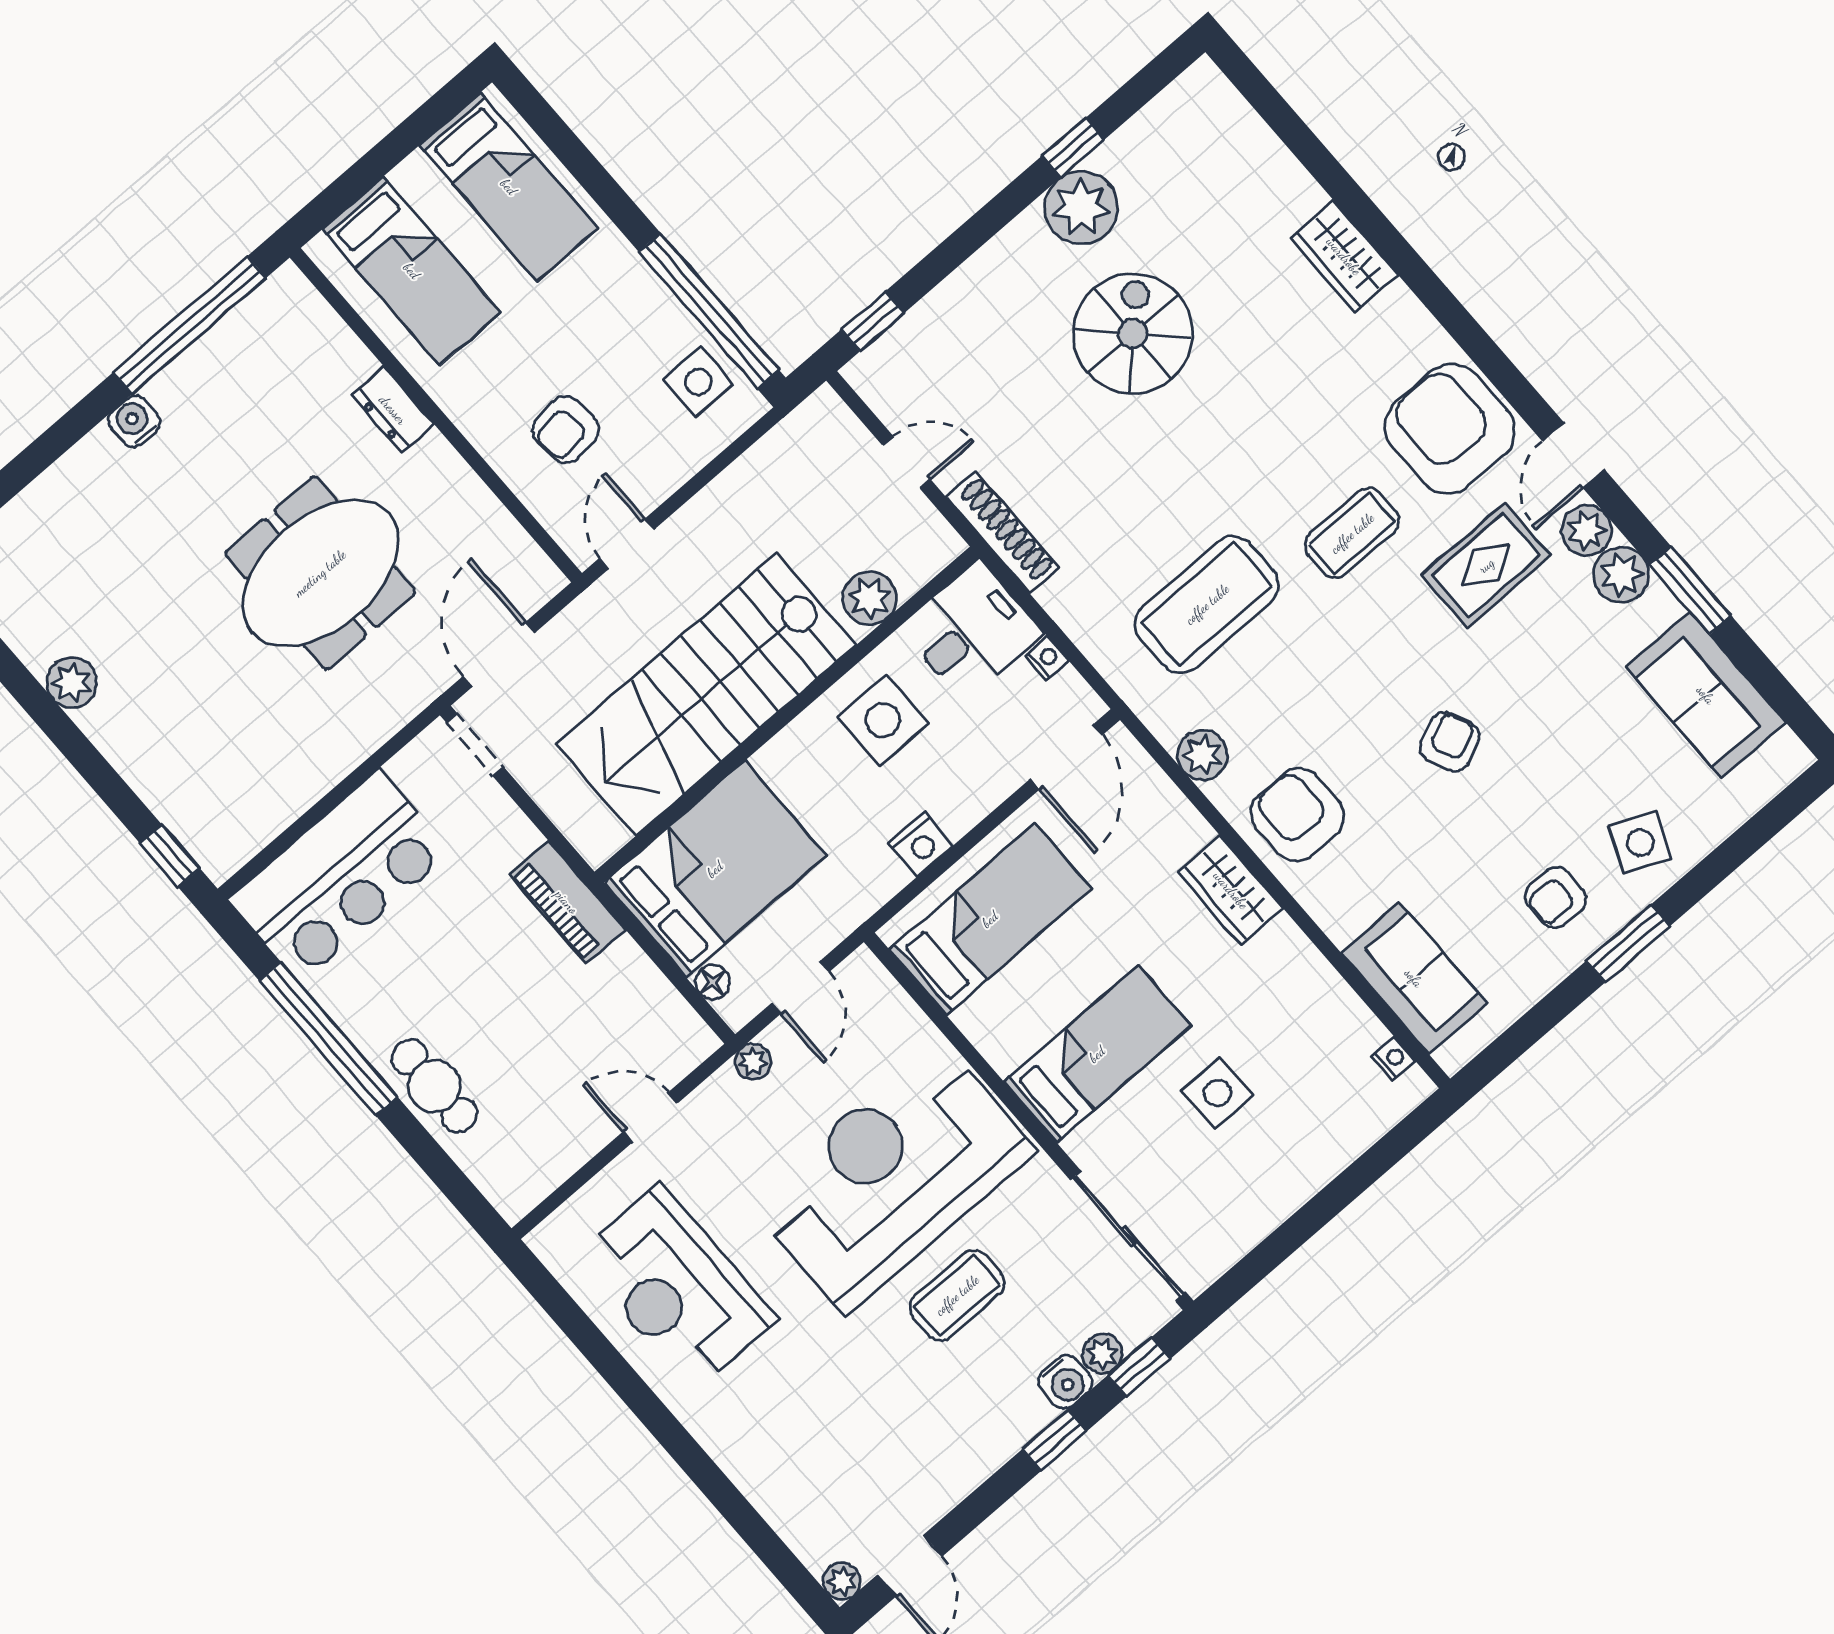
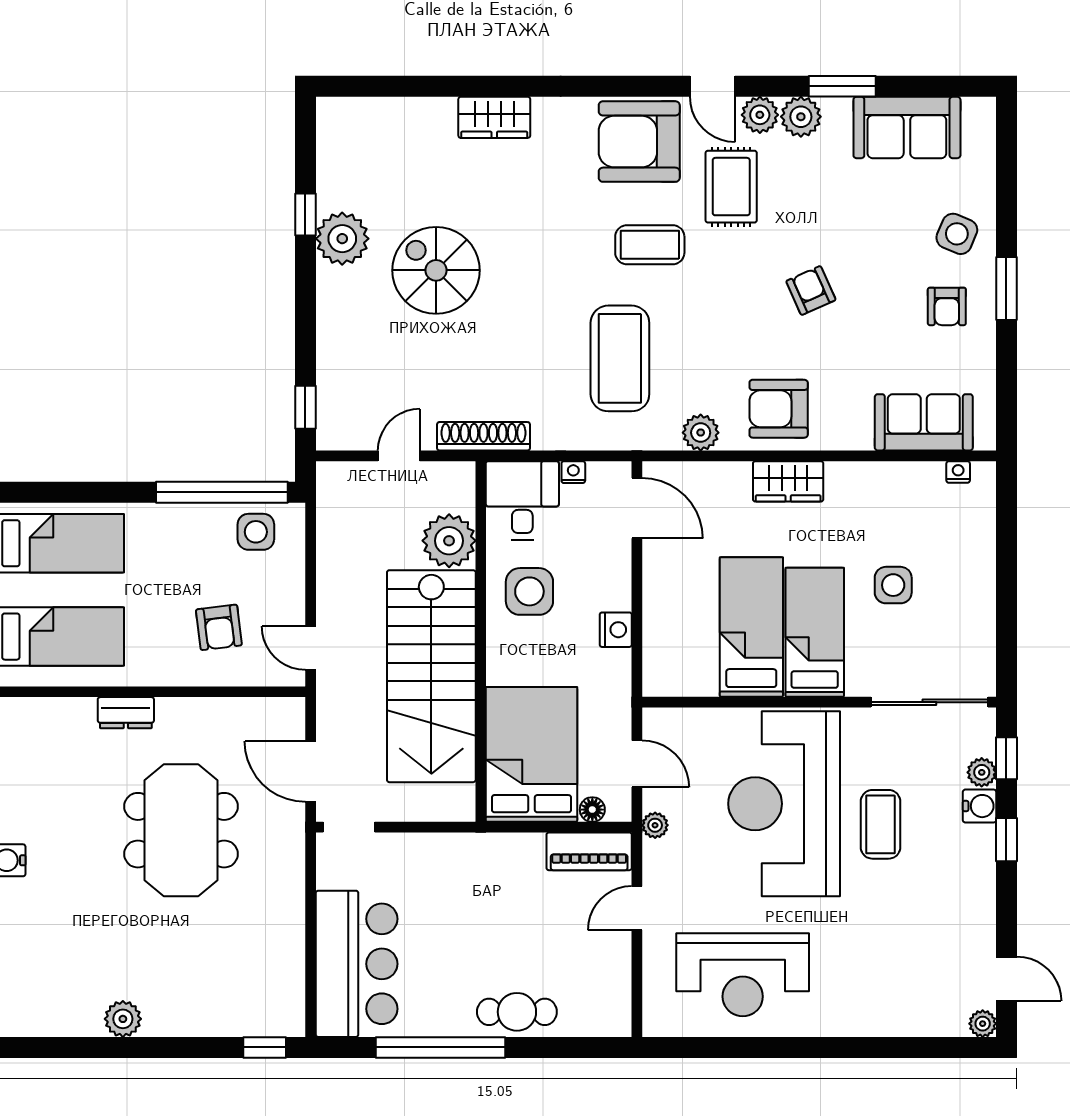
coffee table: (1352, 533) -> (650, 245), turned 90
plant: (870, 598) -> (449, 541), width x1.36, depth x1.36
piano: (567, 902) -> (589, 851), moved
bed: (990, 919) -> (751, 627), moved

